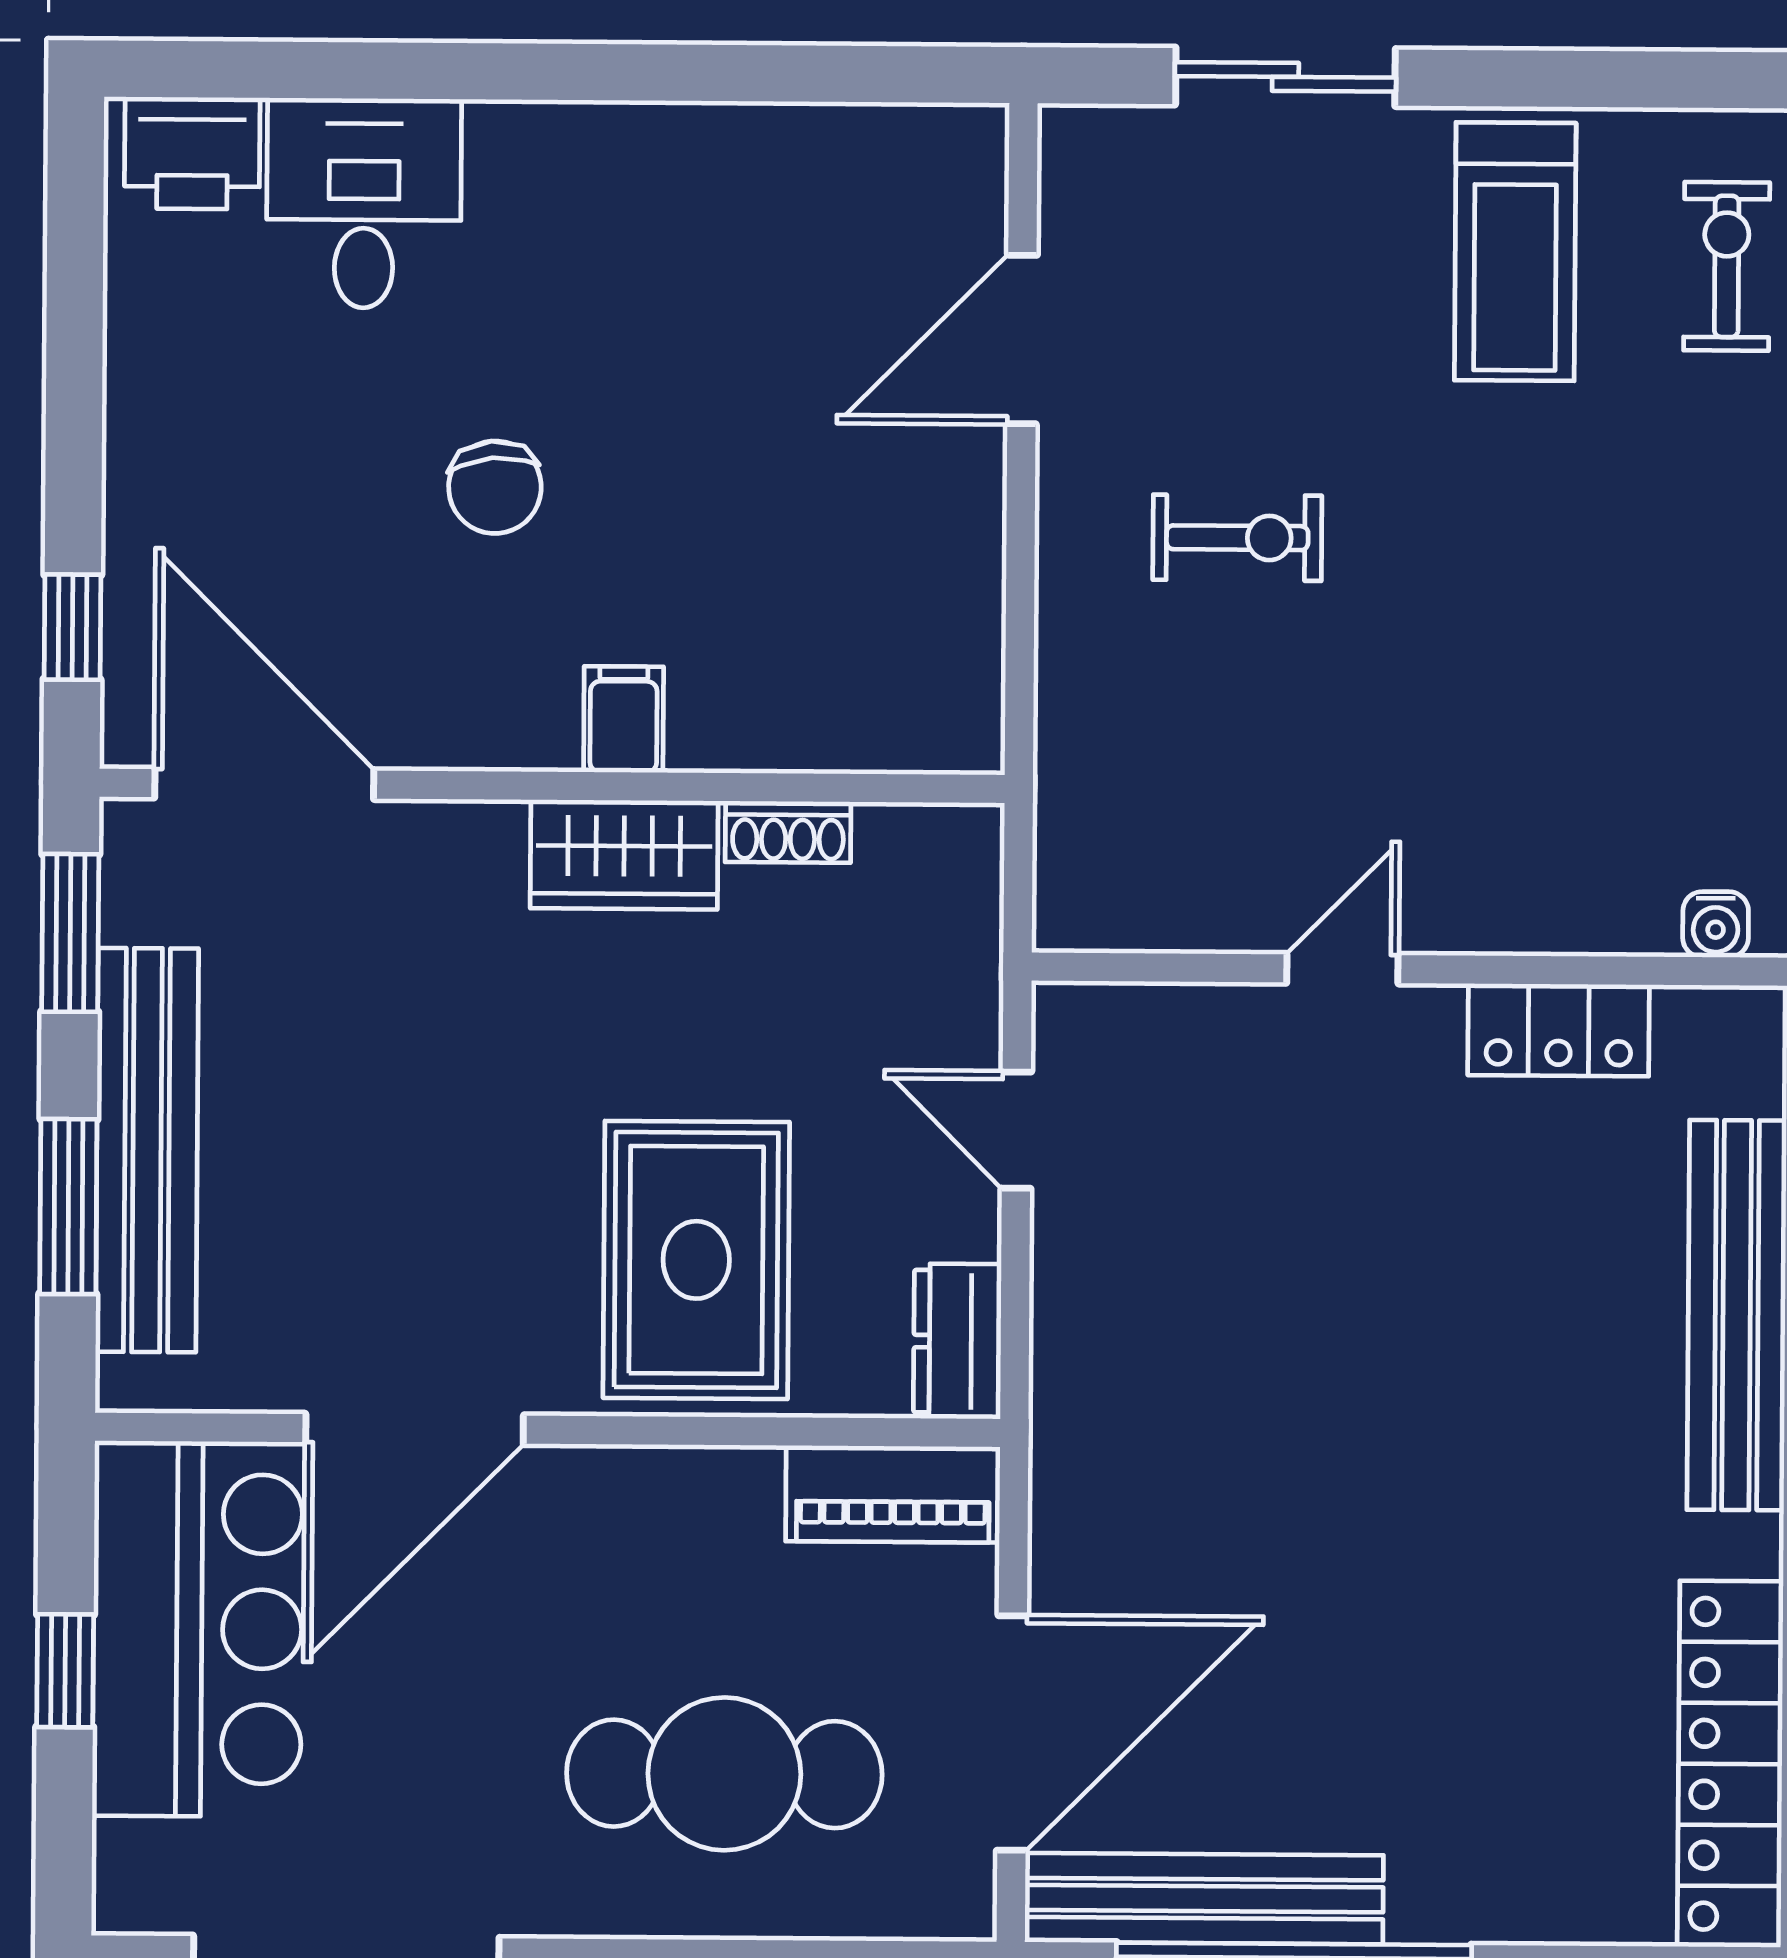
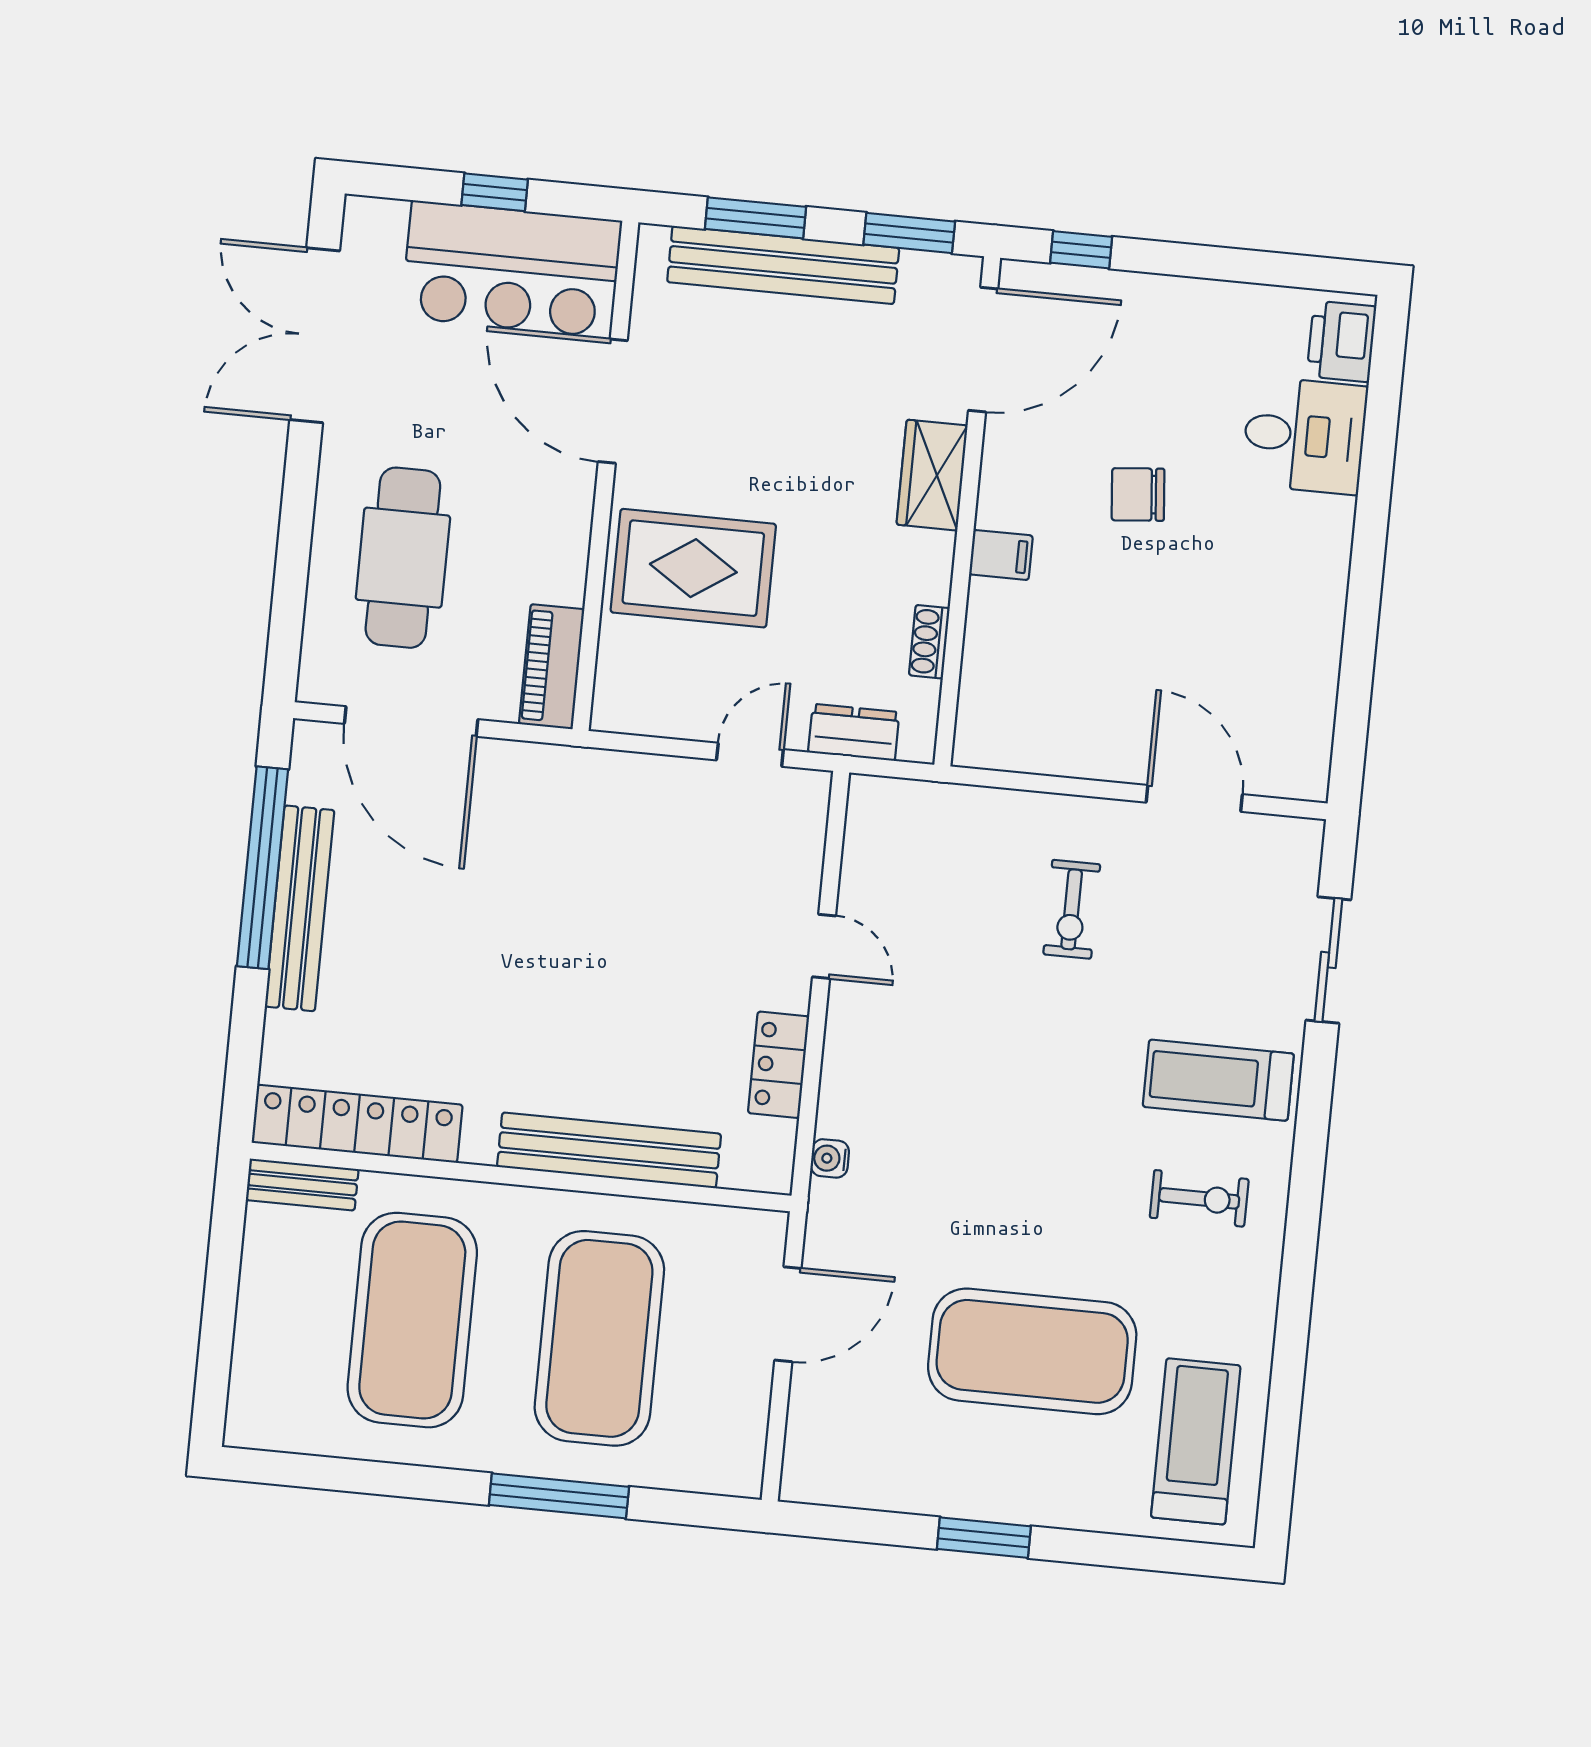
wardrobe: (624, 855) -> (932, 475), moved
dresser: (957, 1341) -> (854, 732), moved
bench: (1204, 1899) -> (300, 908), moved

